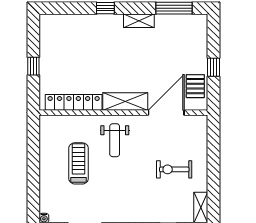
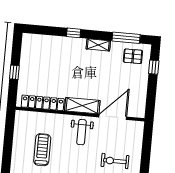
window: (214, 67) -> (154, 67), moved
pallet: (195, 86) -> (133, 56), moved, turned 90
weight bench: (115, 140) -> (82, 132), moved

